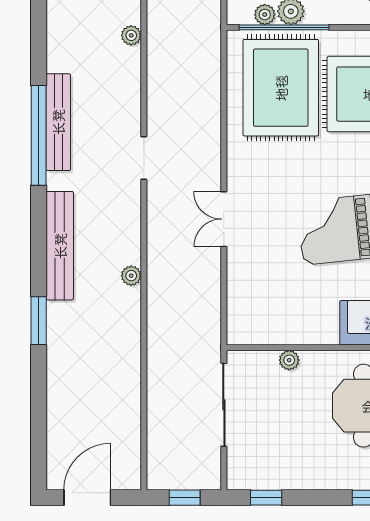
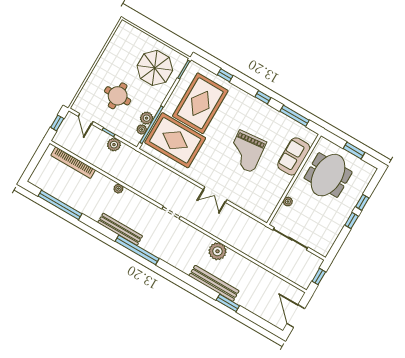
bench: (58, 122) -> (120, 229), moved
bench: (60, 246) -> (214, 283), moved
plant: (131, 276) -> (217, 251), width x1.87, depth x1.87
window: (39, 321) -> (228, 303), moved
window: (266, 498) -> (352, 221), moved

